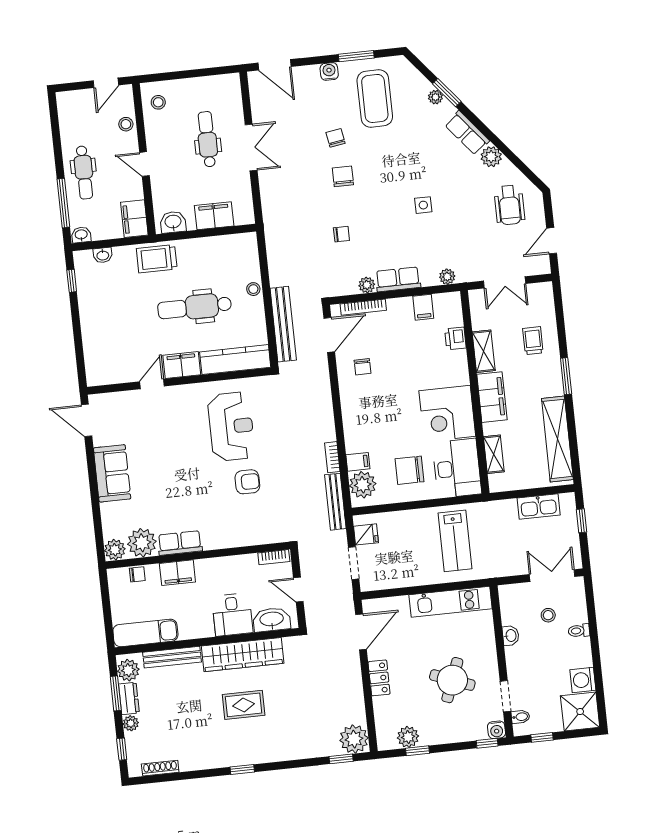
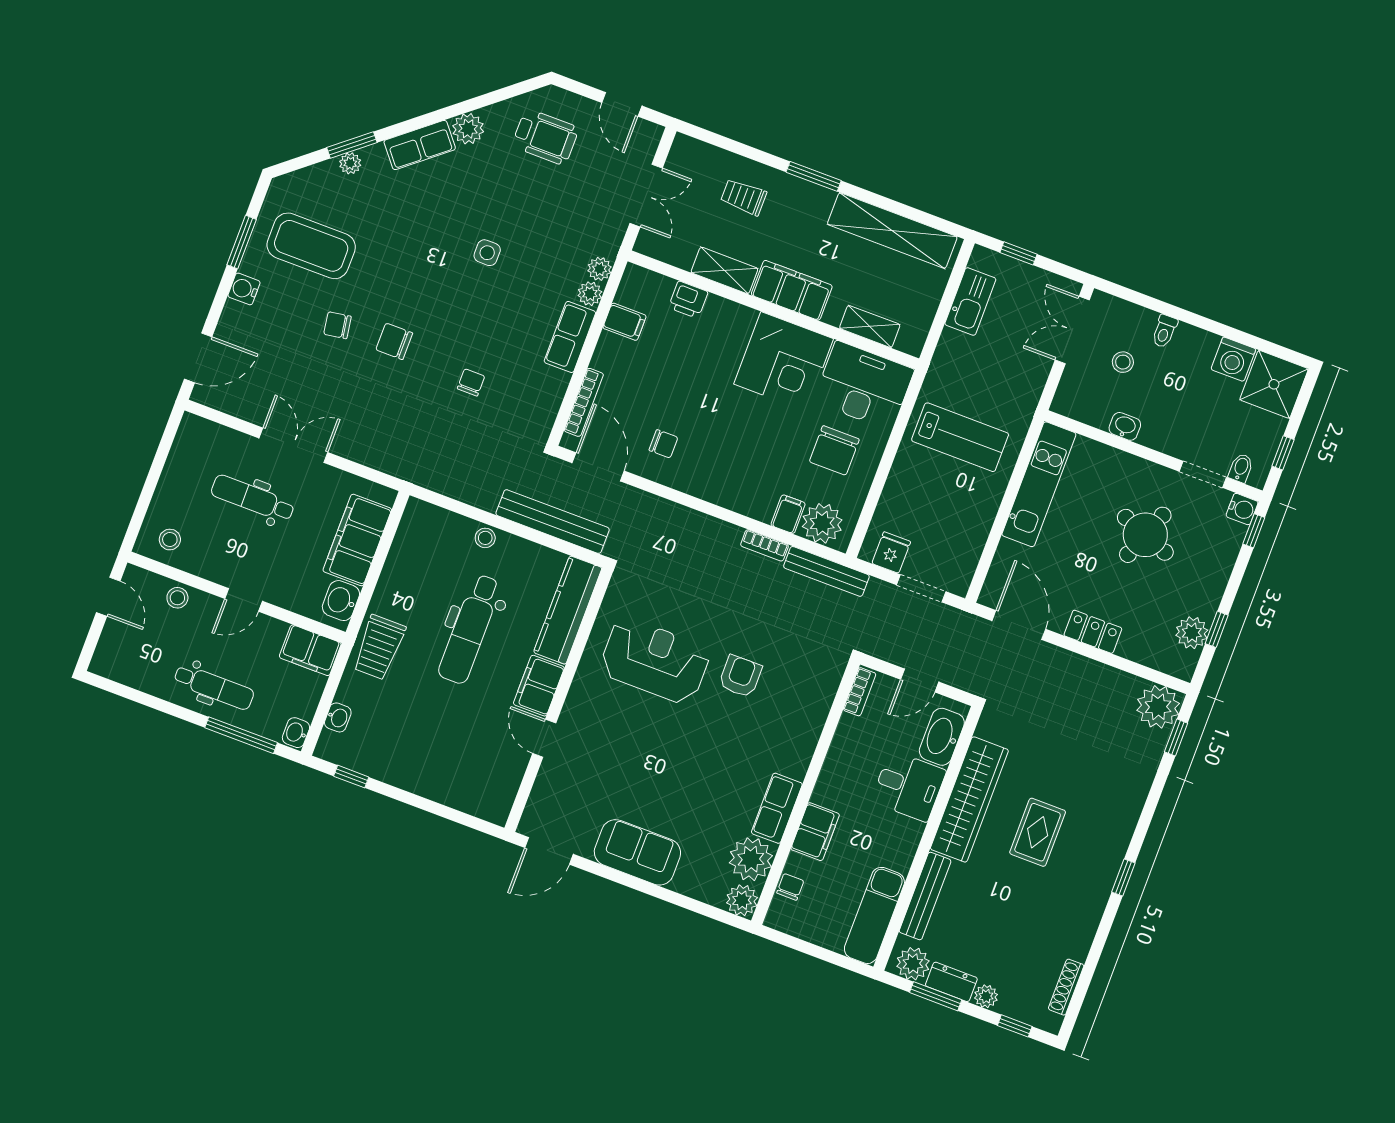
filing cabinet: (214, 216) -> (357, 540), width x1.50, depth x1.17
plant: (367, 285) -> (590, 294), moved

